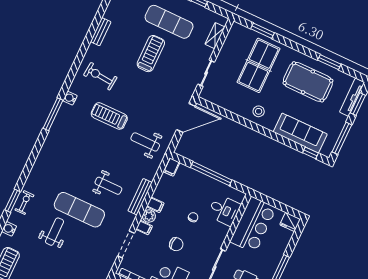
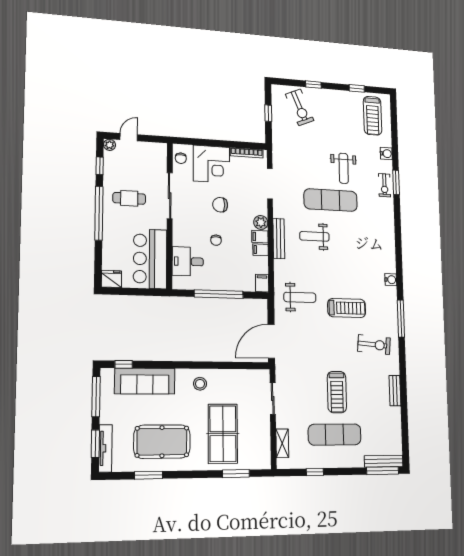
water cooler: (70, 98) -> (391, 280), moved
window: (53, 114) -> (401, 318), moved
filing cabinet: (144, 228) -> (261, 250), moved

